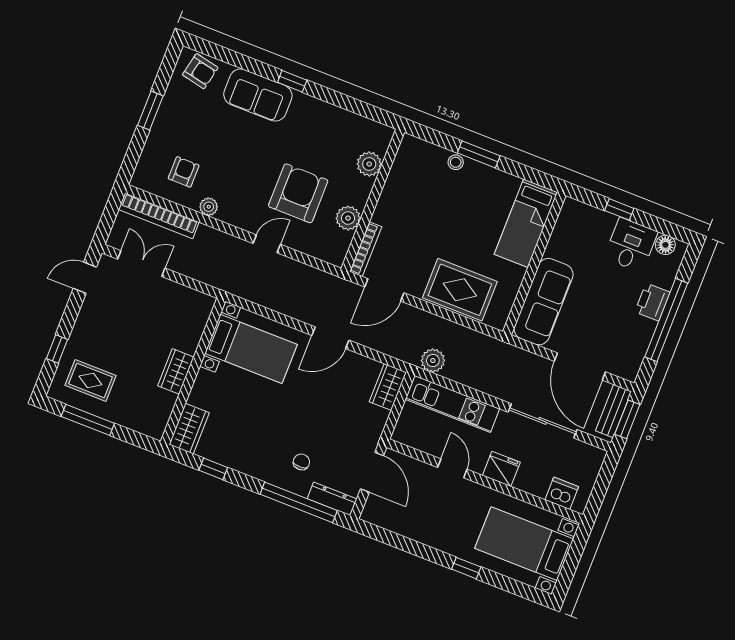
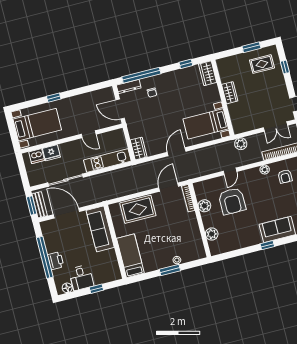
plant: (433, 361) -> (241, 144), moved
window: (88, 420) -> (251, 47), width x0.69
fridge: (501, 469) -> (51, 153), moved

